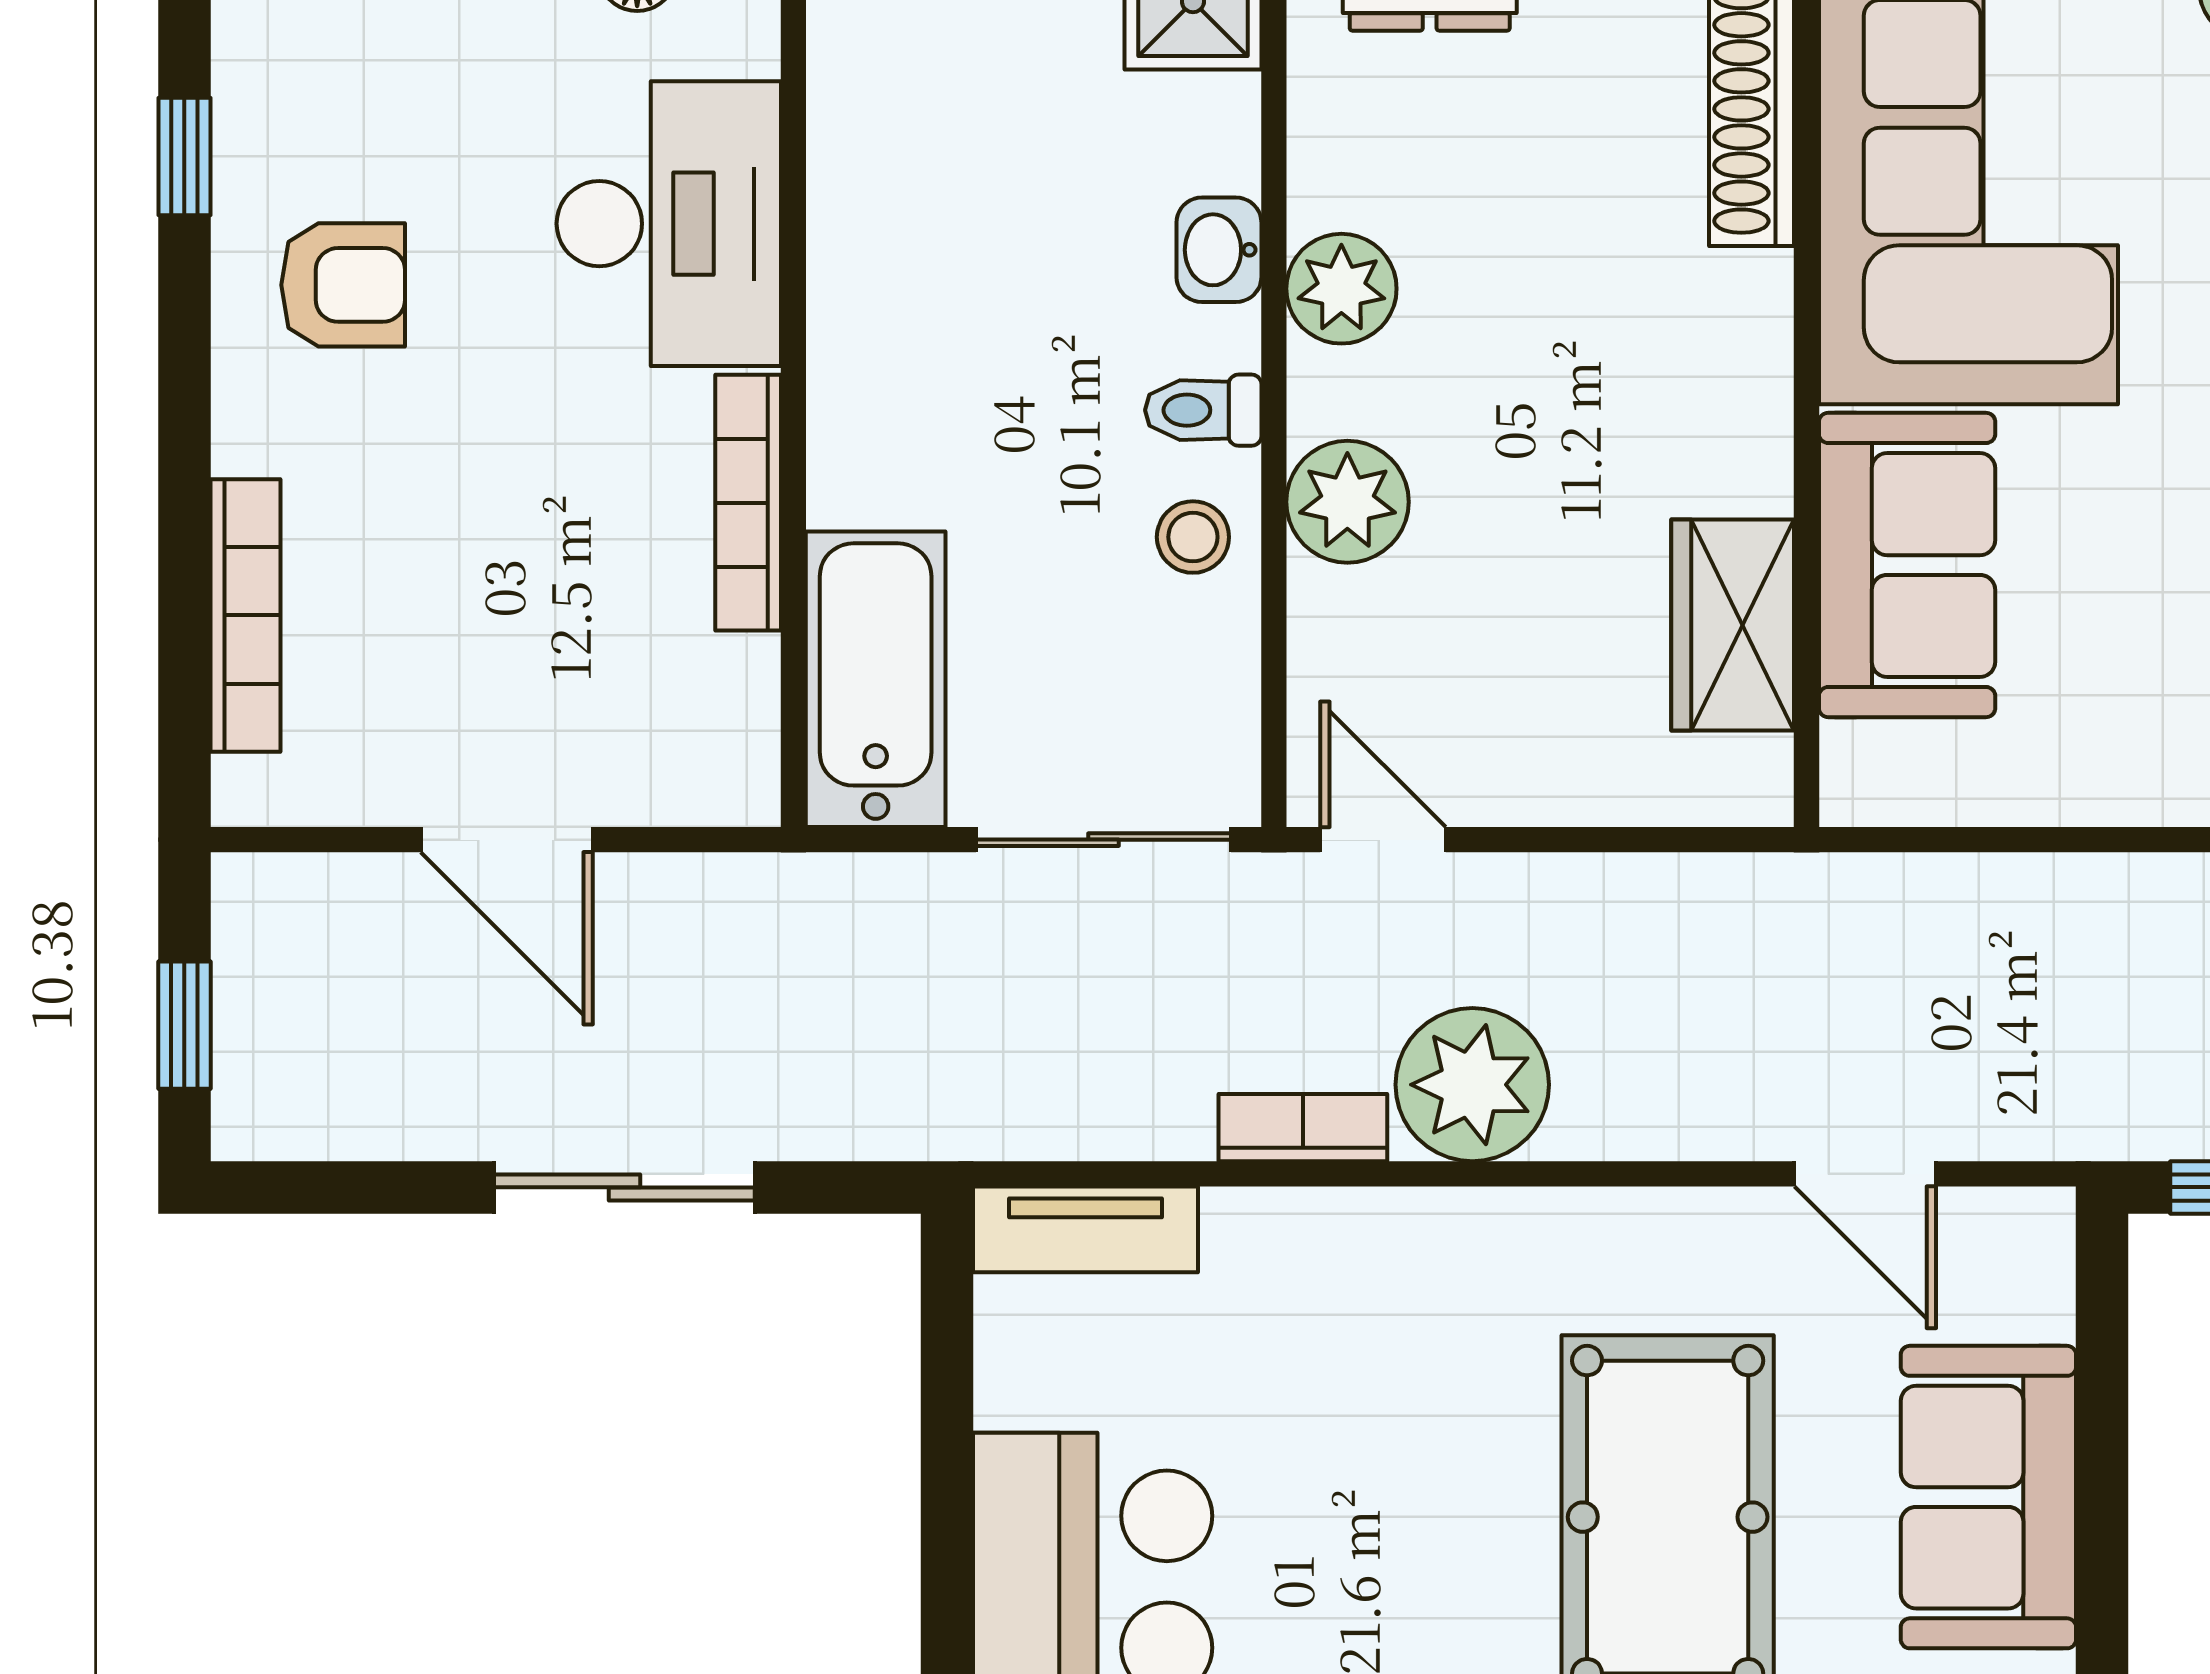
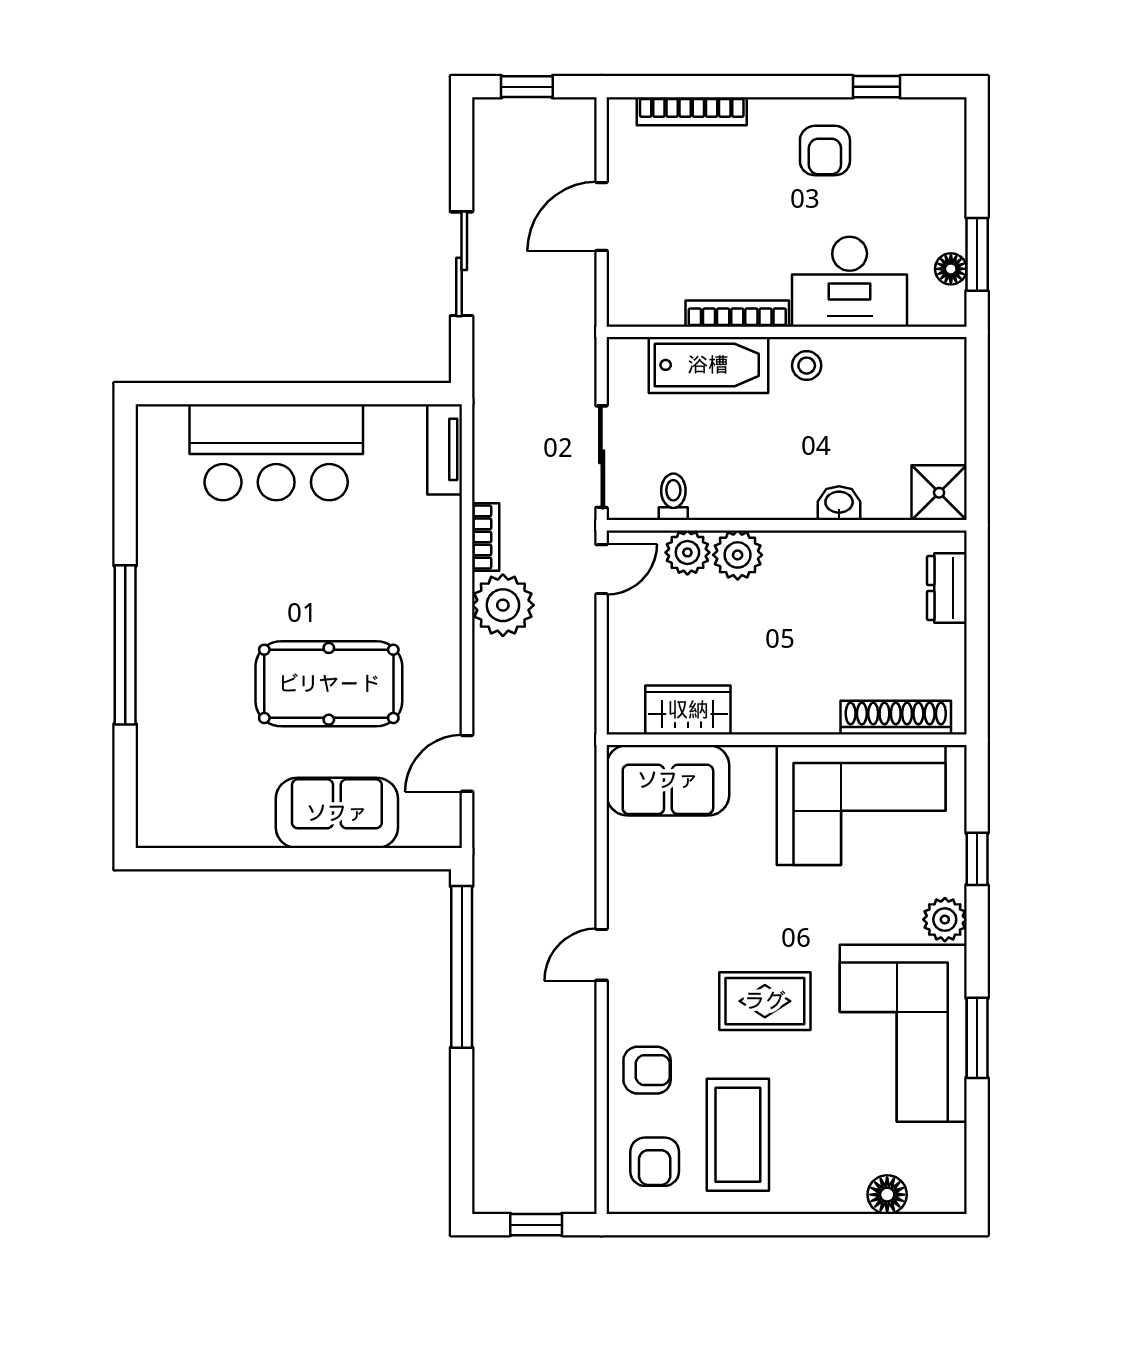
plant: (1341, 289) -> (687, 552), moved
toilet: (1203, 410) -> (673, 497), moved
stool: (1193, 537) -> (807, 366), moved
sofa: (1907, 565) -> (668, 780), moved
bathtub: (876, 679) -> (708, 365), moved

